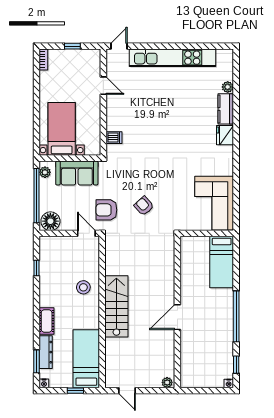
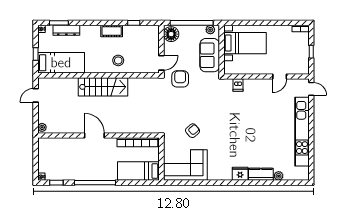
armchair: (144, 206) -> (193, 131), moved
bookcase: (186, 263) -> (137, 142), added
cot: (47, 321) -> (112, 31), moved

